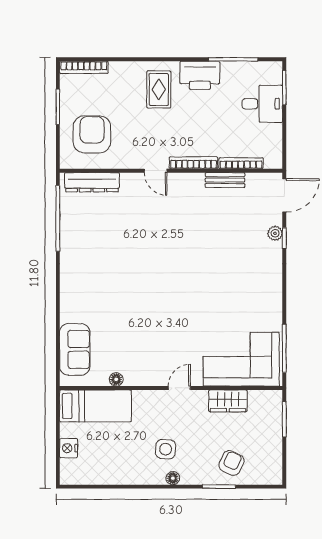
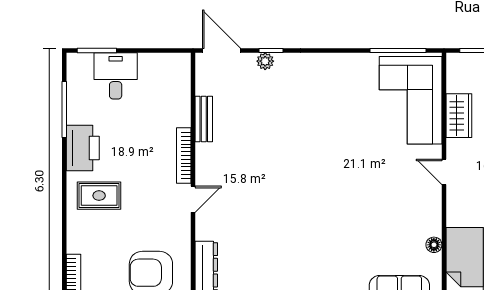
bookcase: (241, 163) -> (184, 101), removed

